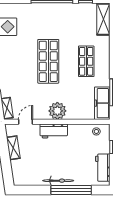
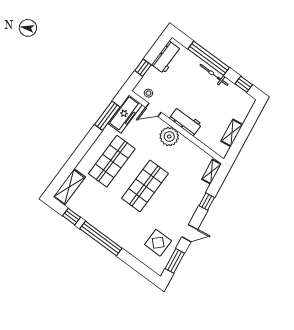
shop shelf: (86, 61) -> (112, 161), width x1.43, depth x1.36
door: (26, 122) -> (153, 110), moved
window: (31, 190) -> (244, 84), added

